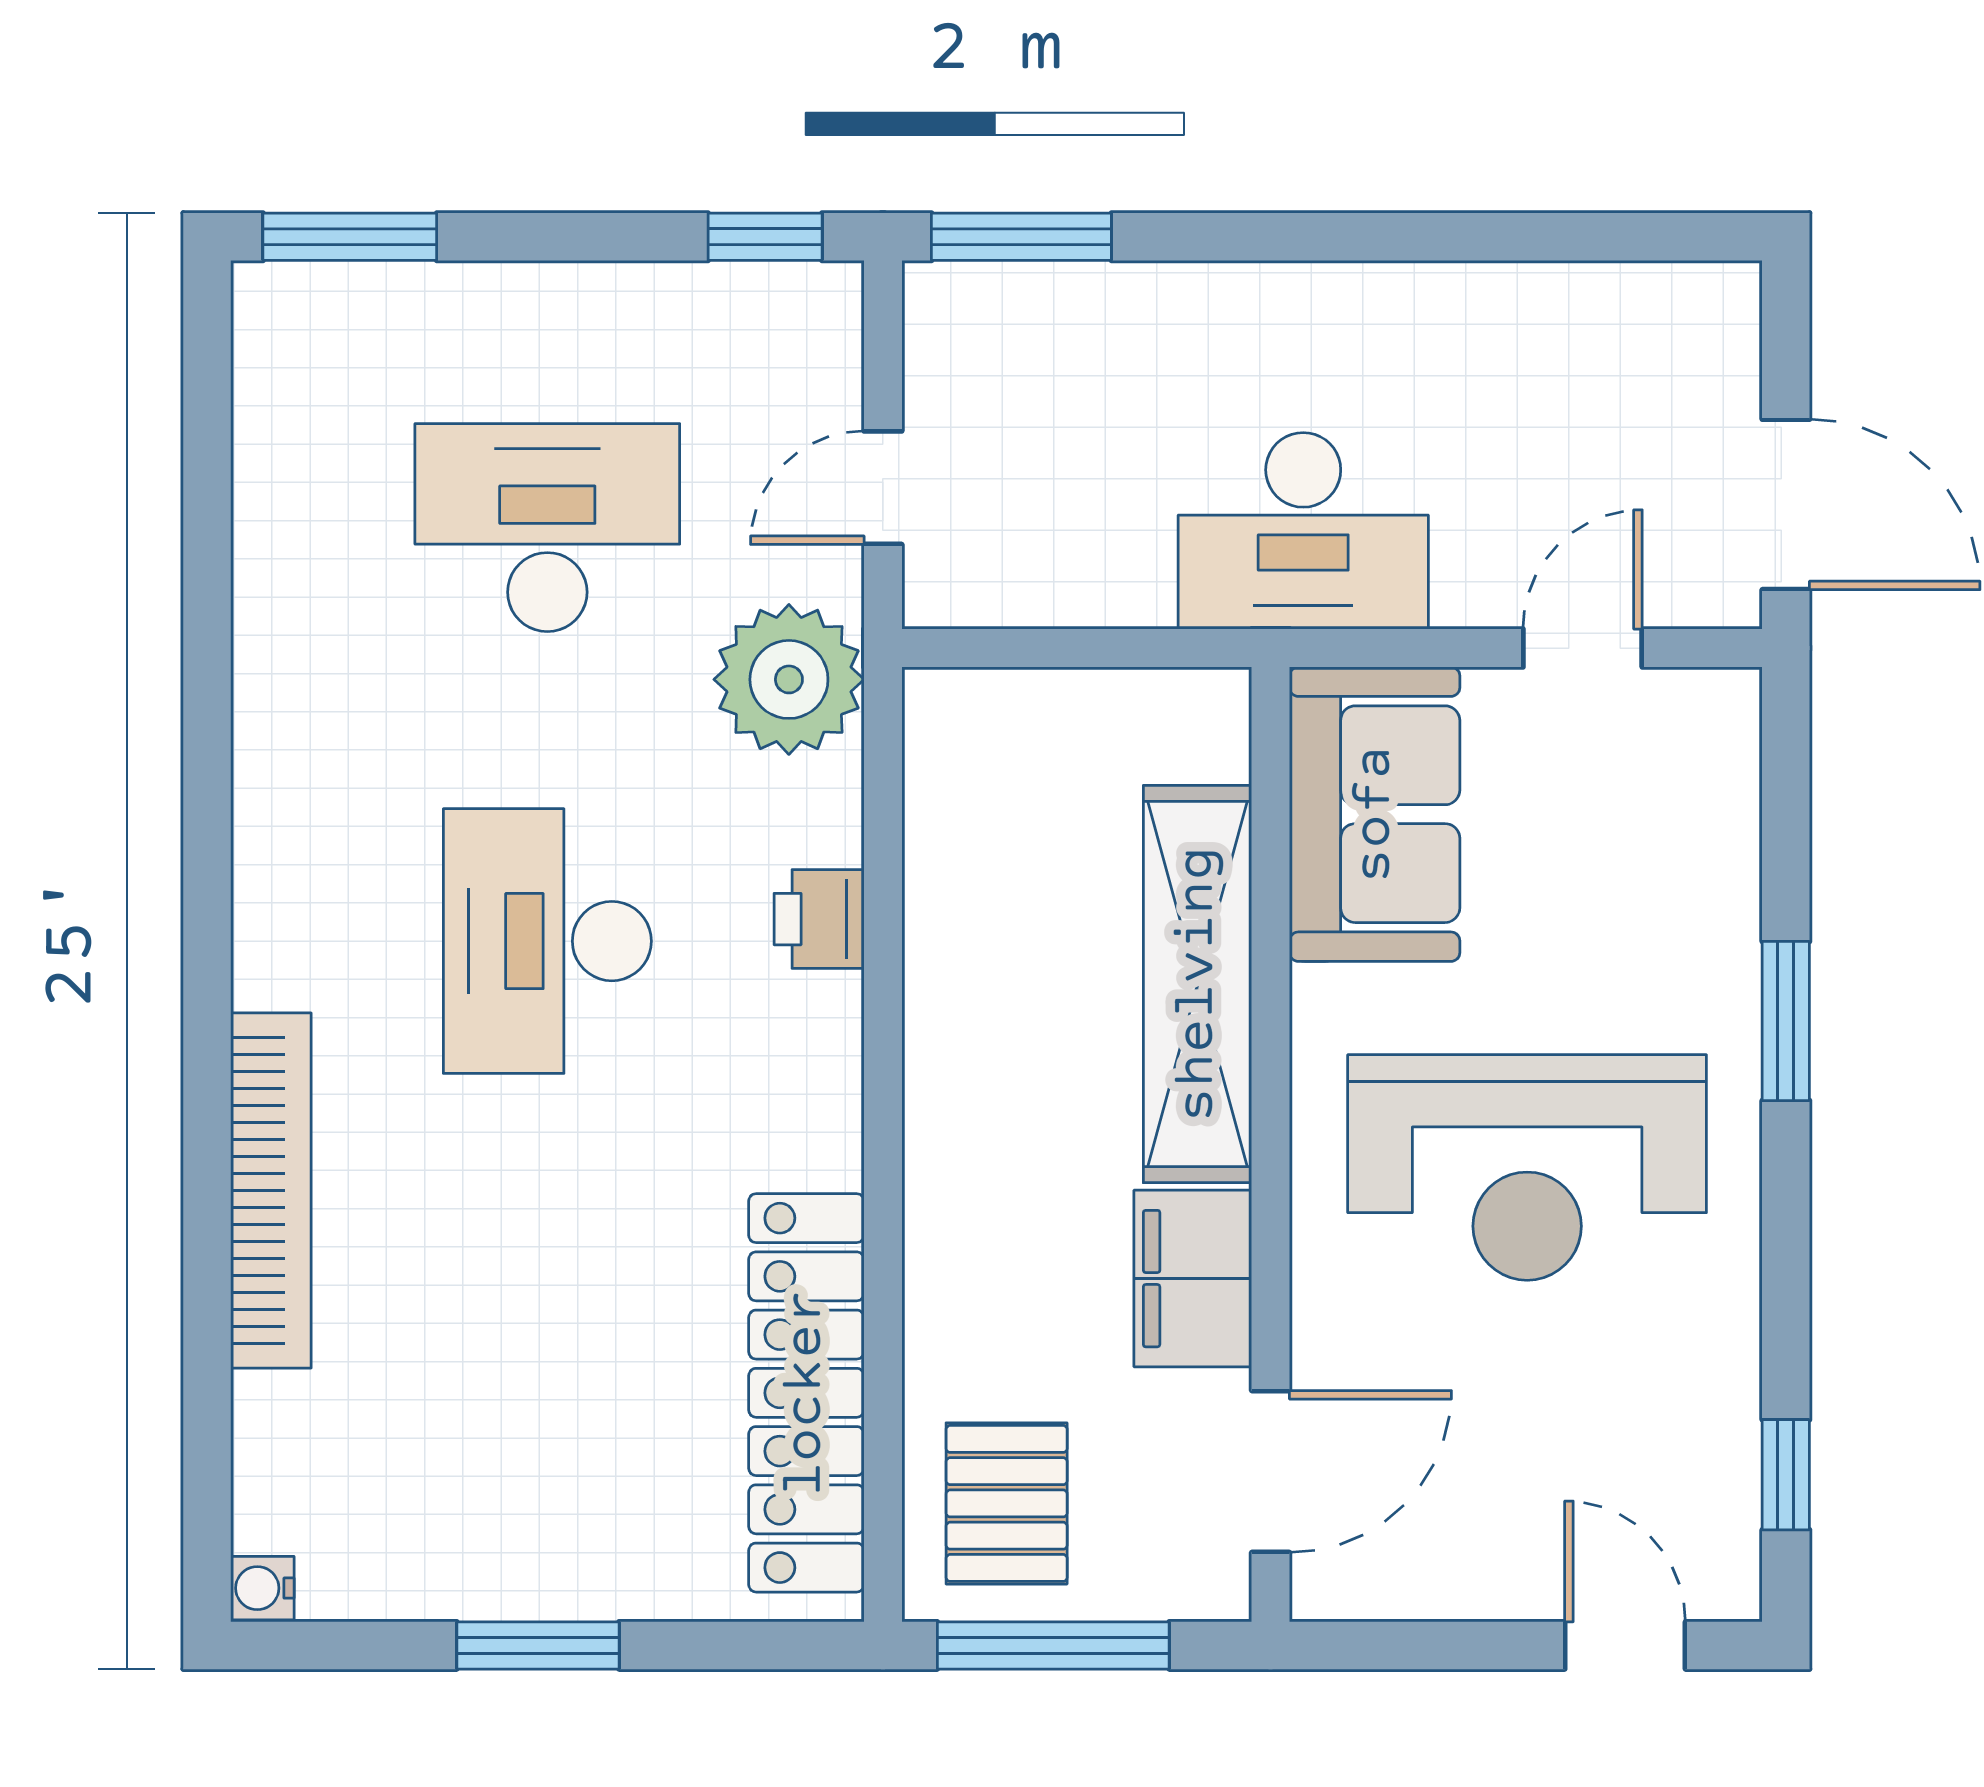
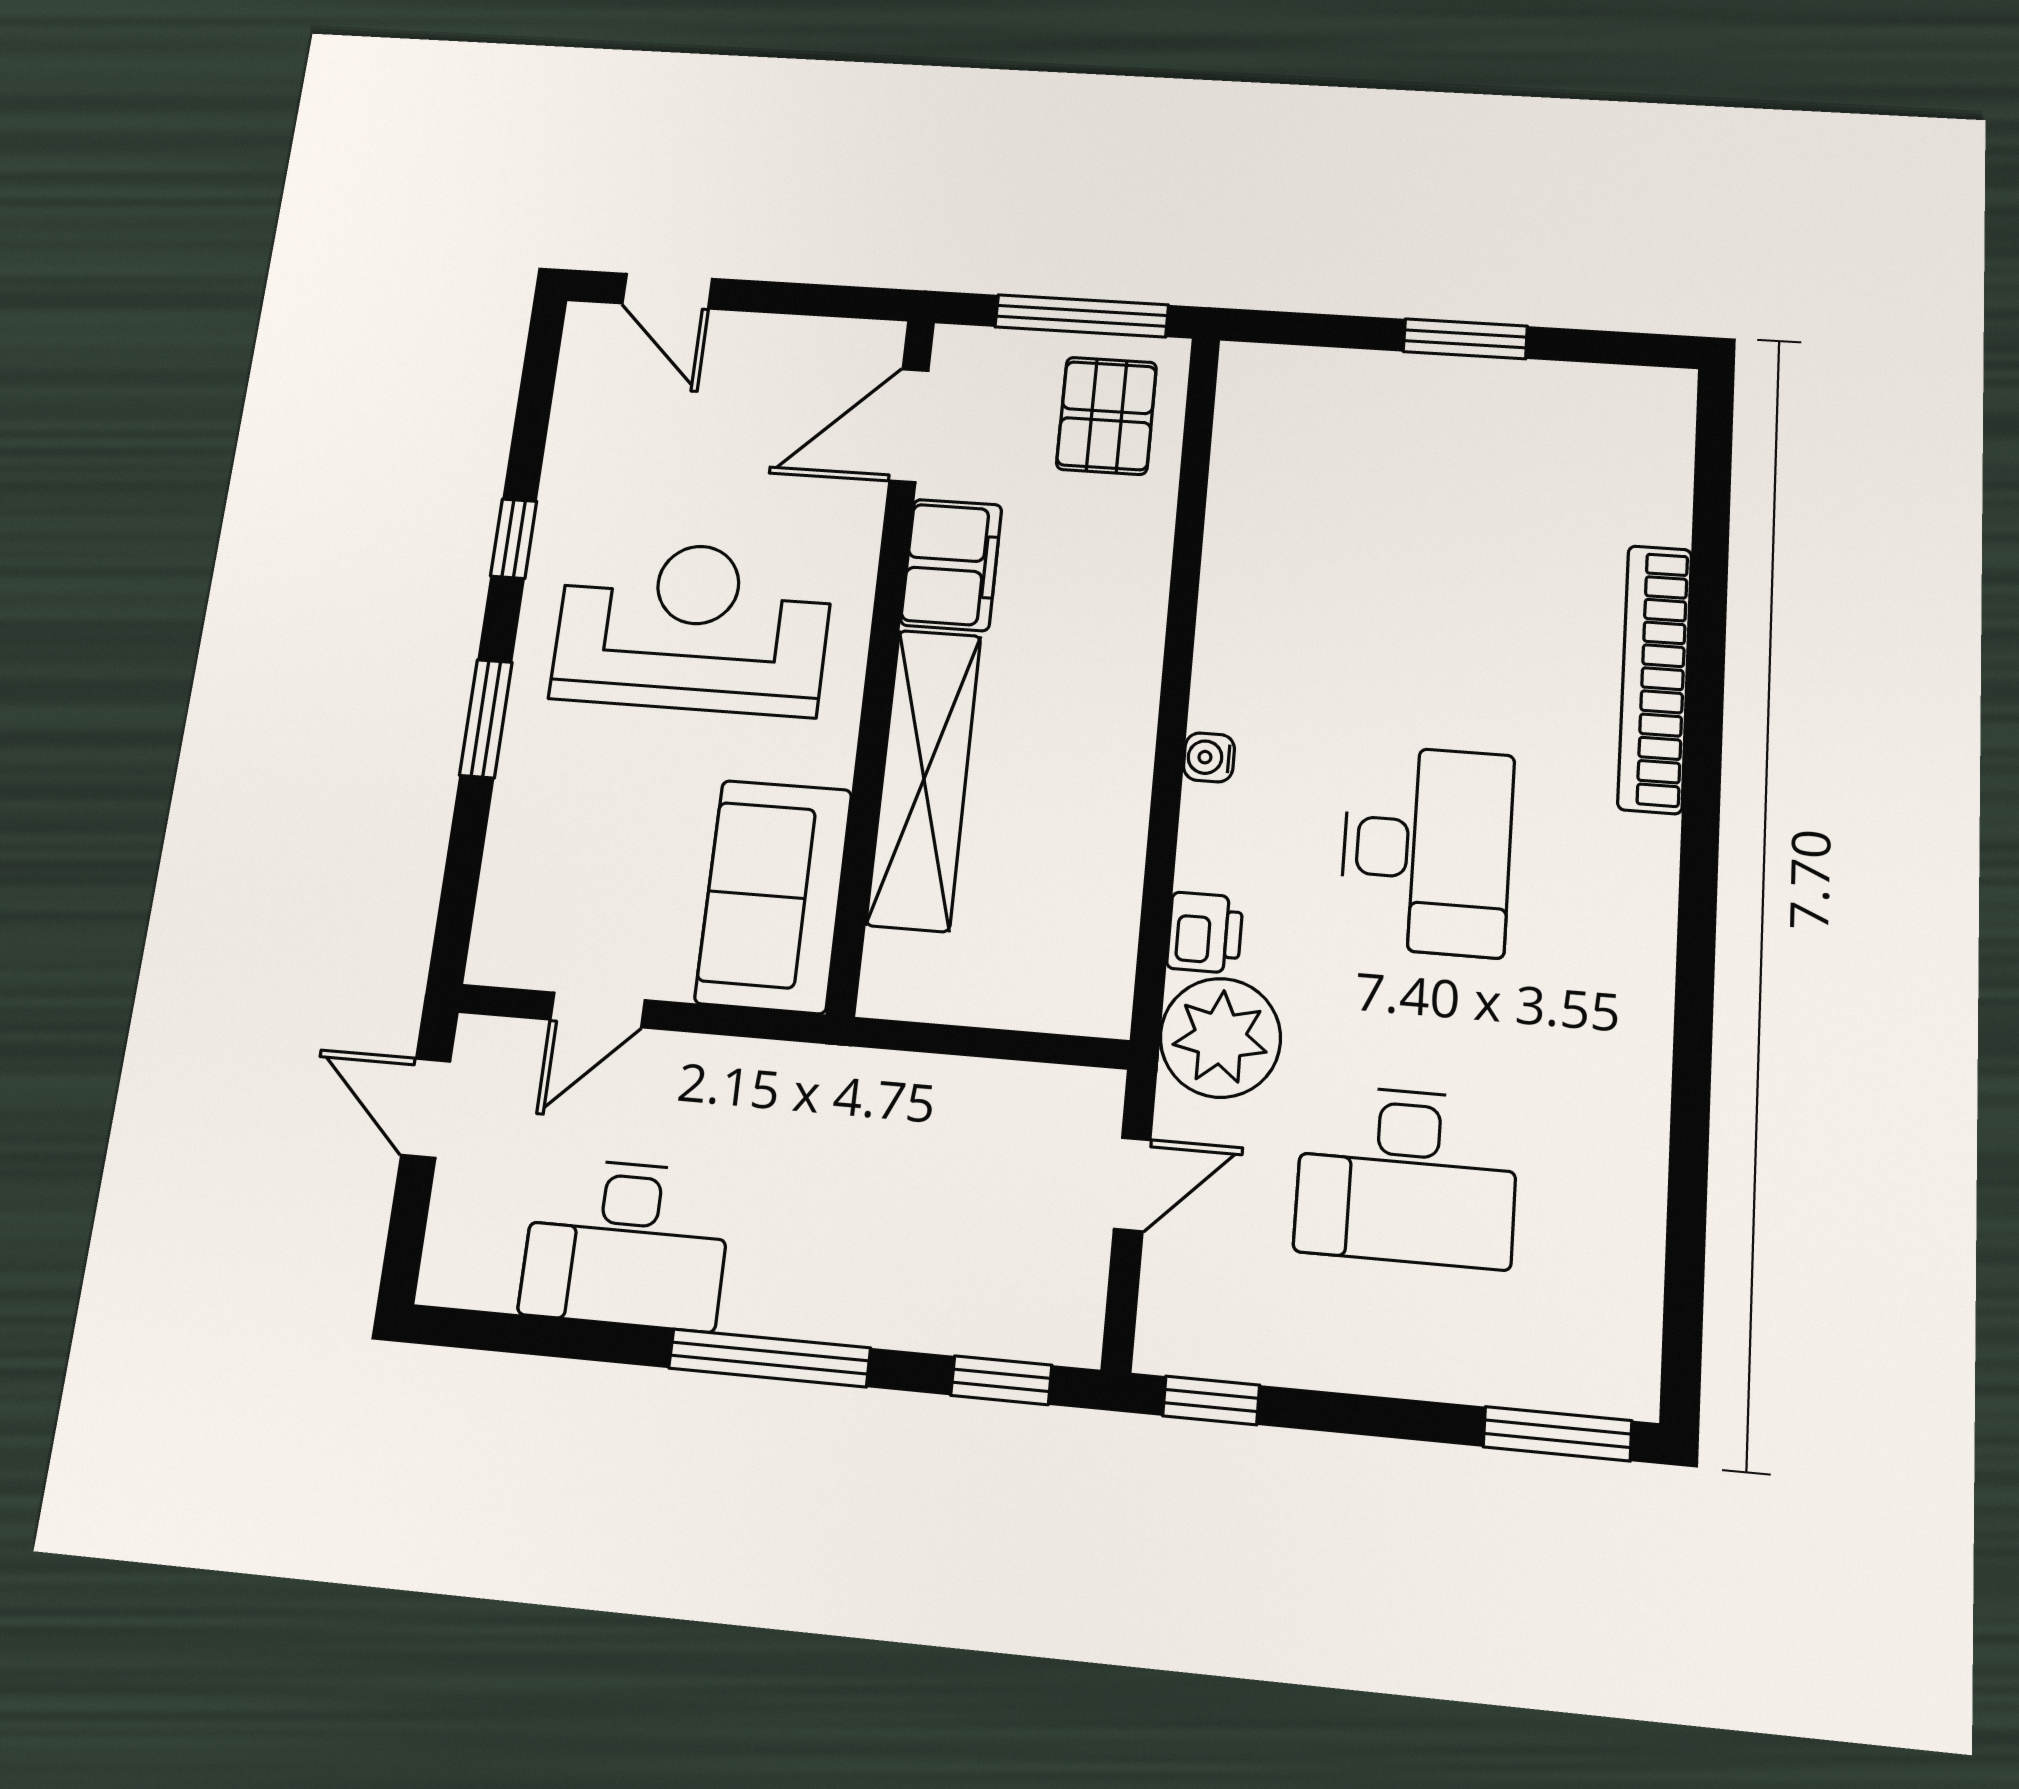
window: (1021, 237) -> (1001, 1380), width x0.67
window: (1309, 237) -> (770, 1358), added
door: (1786, 504) -> (426, 1108), width x0.73
desk: (1303, 531) -> (626, 1244), moved, turned 180
printer: (819, 919) -> (1205, 933), moved
locker: (806, 1393) -> (1250, 503), removed
window: (1786, 1475) -> (514, 539), moved
water cooler: (262, 1588) -> (1209, 757), moved, turned 180

